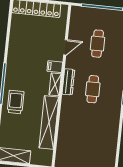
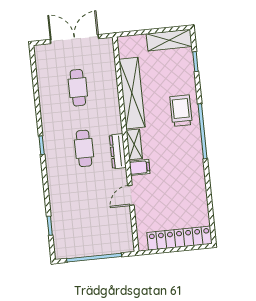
cafe table: (98, 44) -> (78, 88), moved
trolley: (16, 102) -> (181, 111), turned 180

